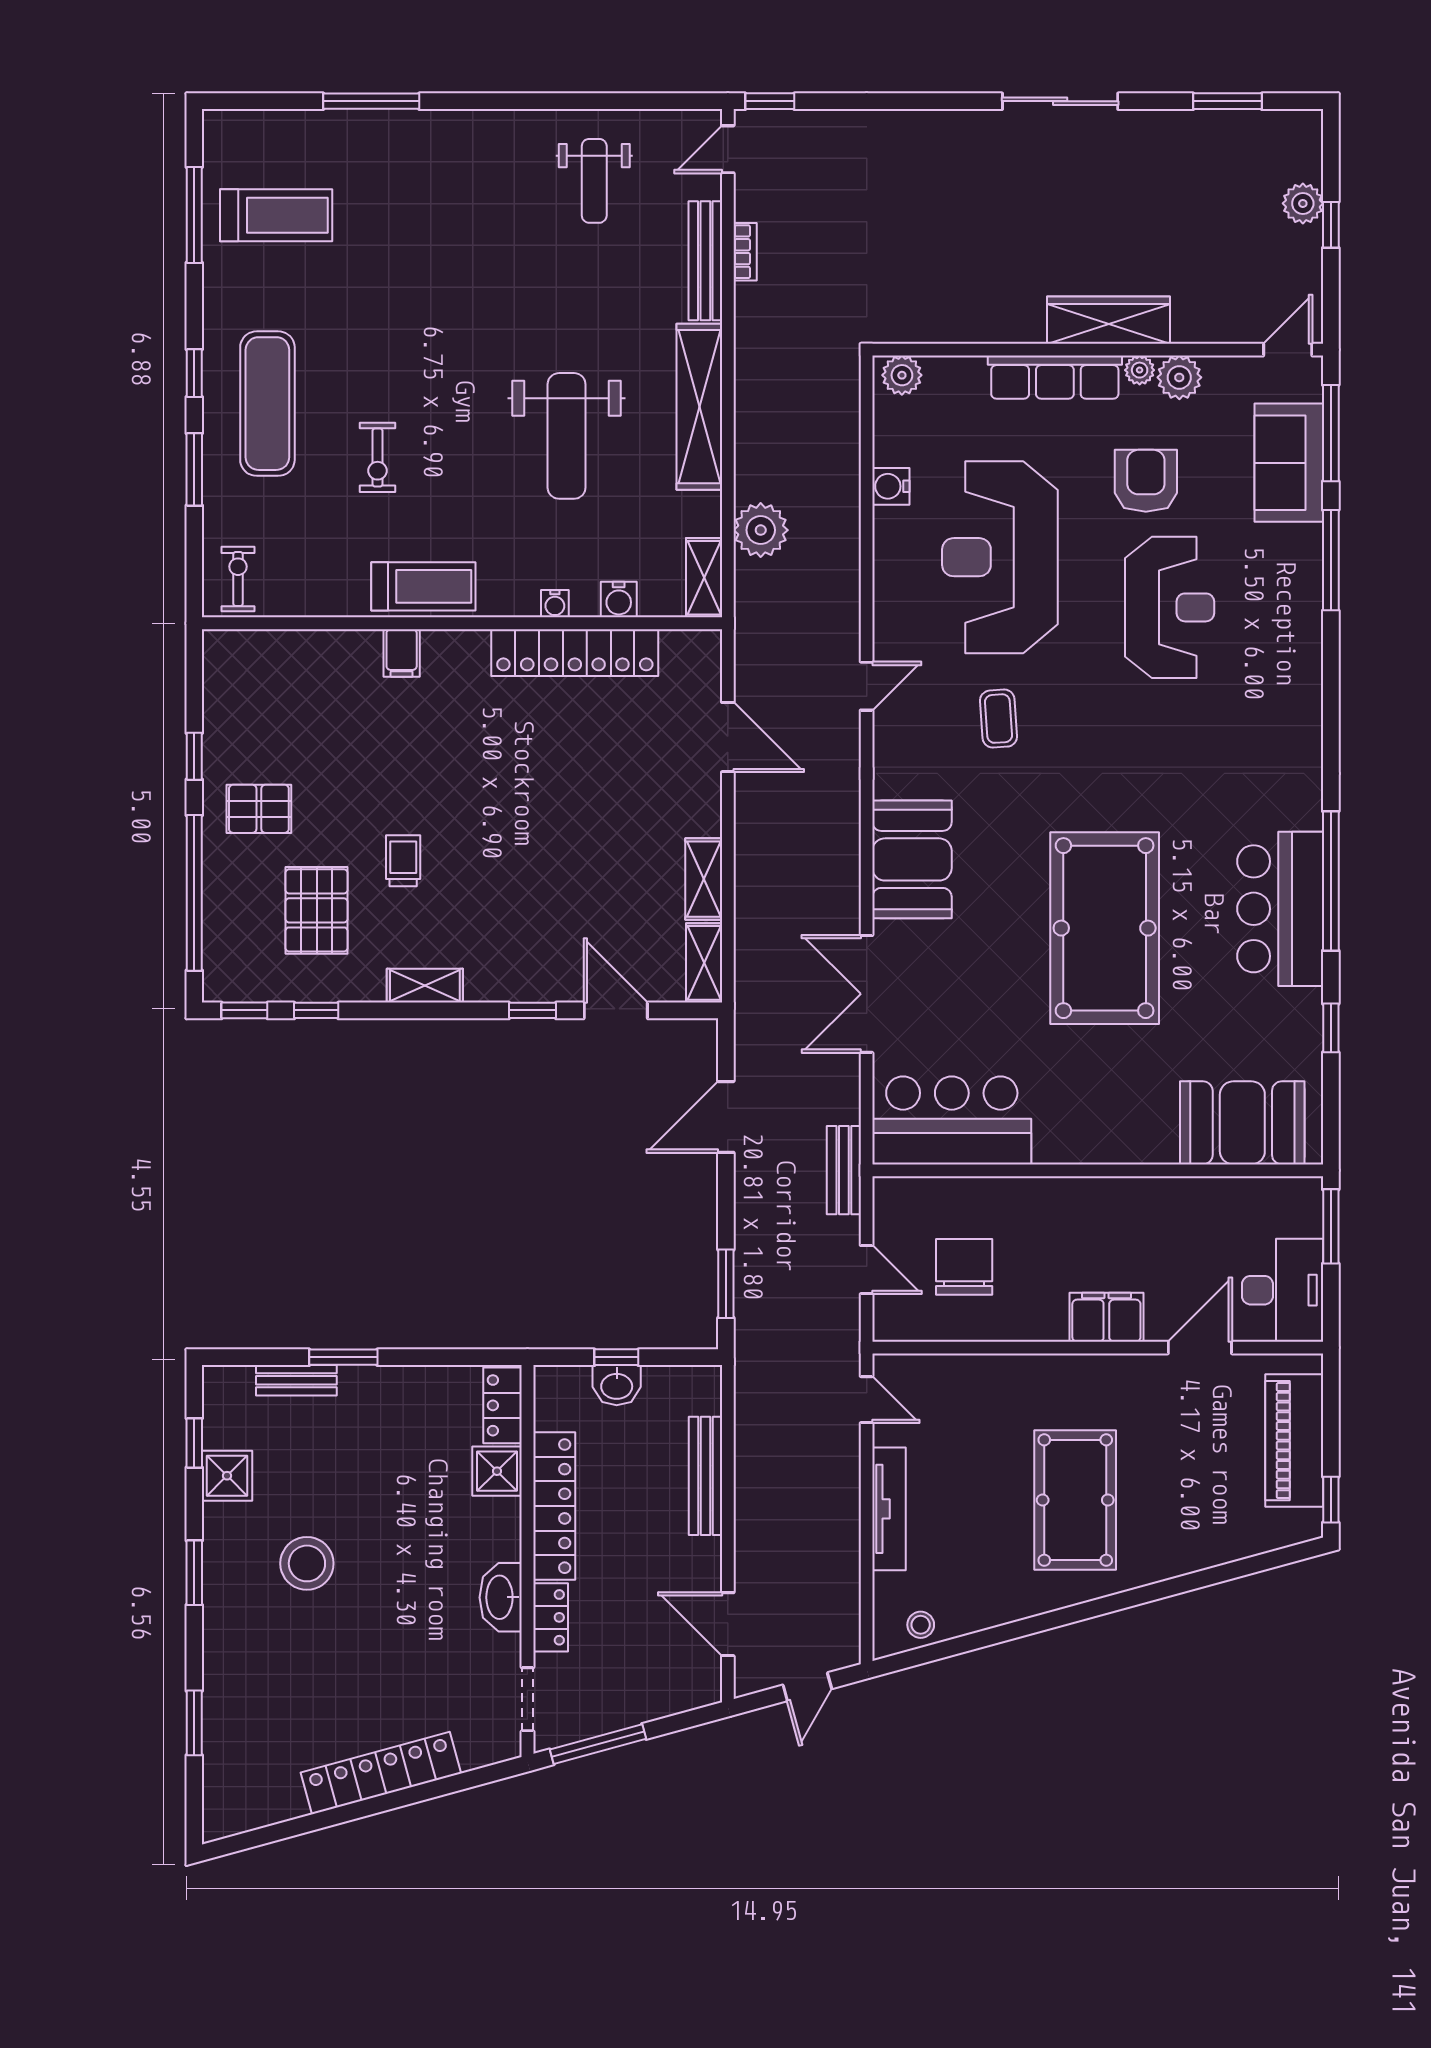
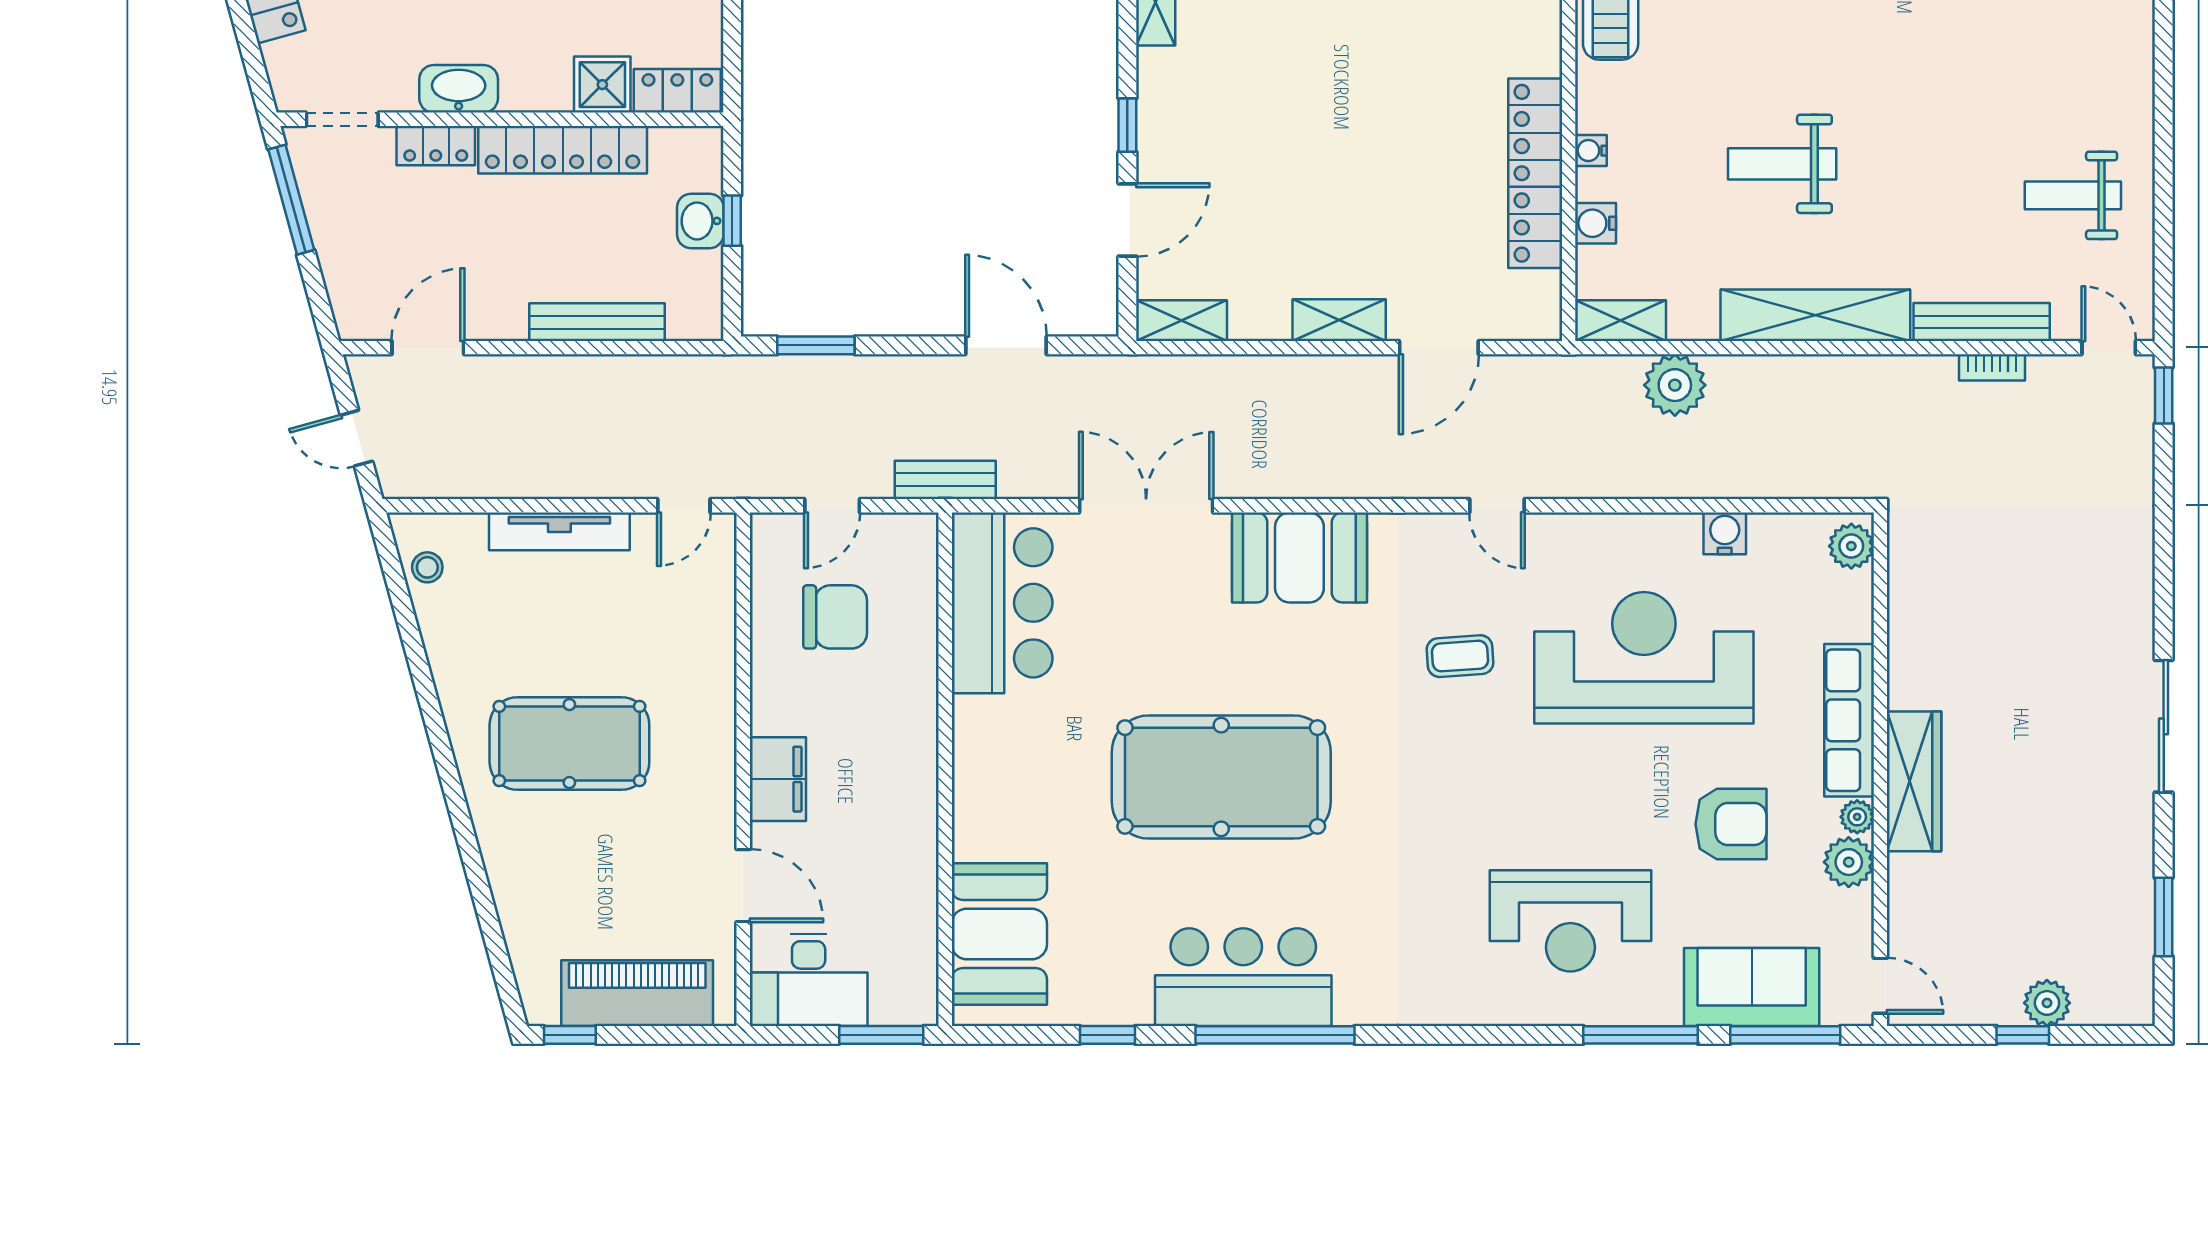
weight bench: (567, 436) -> (1782, 164), width x0.73, depth x0.75
reception desk: (1170, 607) -> (1570, 921), moved
shelving: (704, 879) -> (1339, 320), moved

